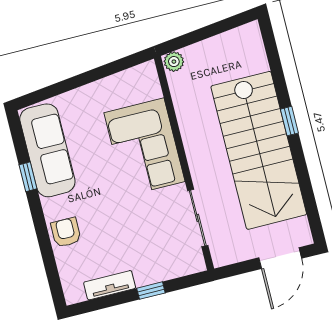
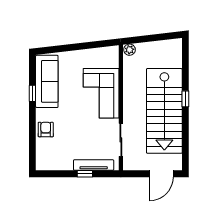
tv unit: (110, 285) -> (94, 165), moved, width x1.41

